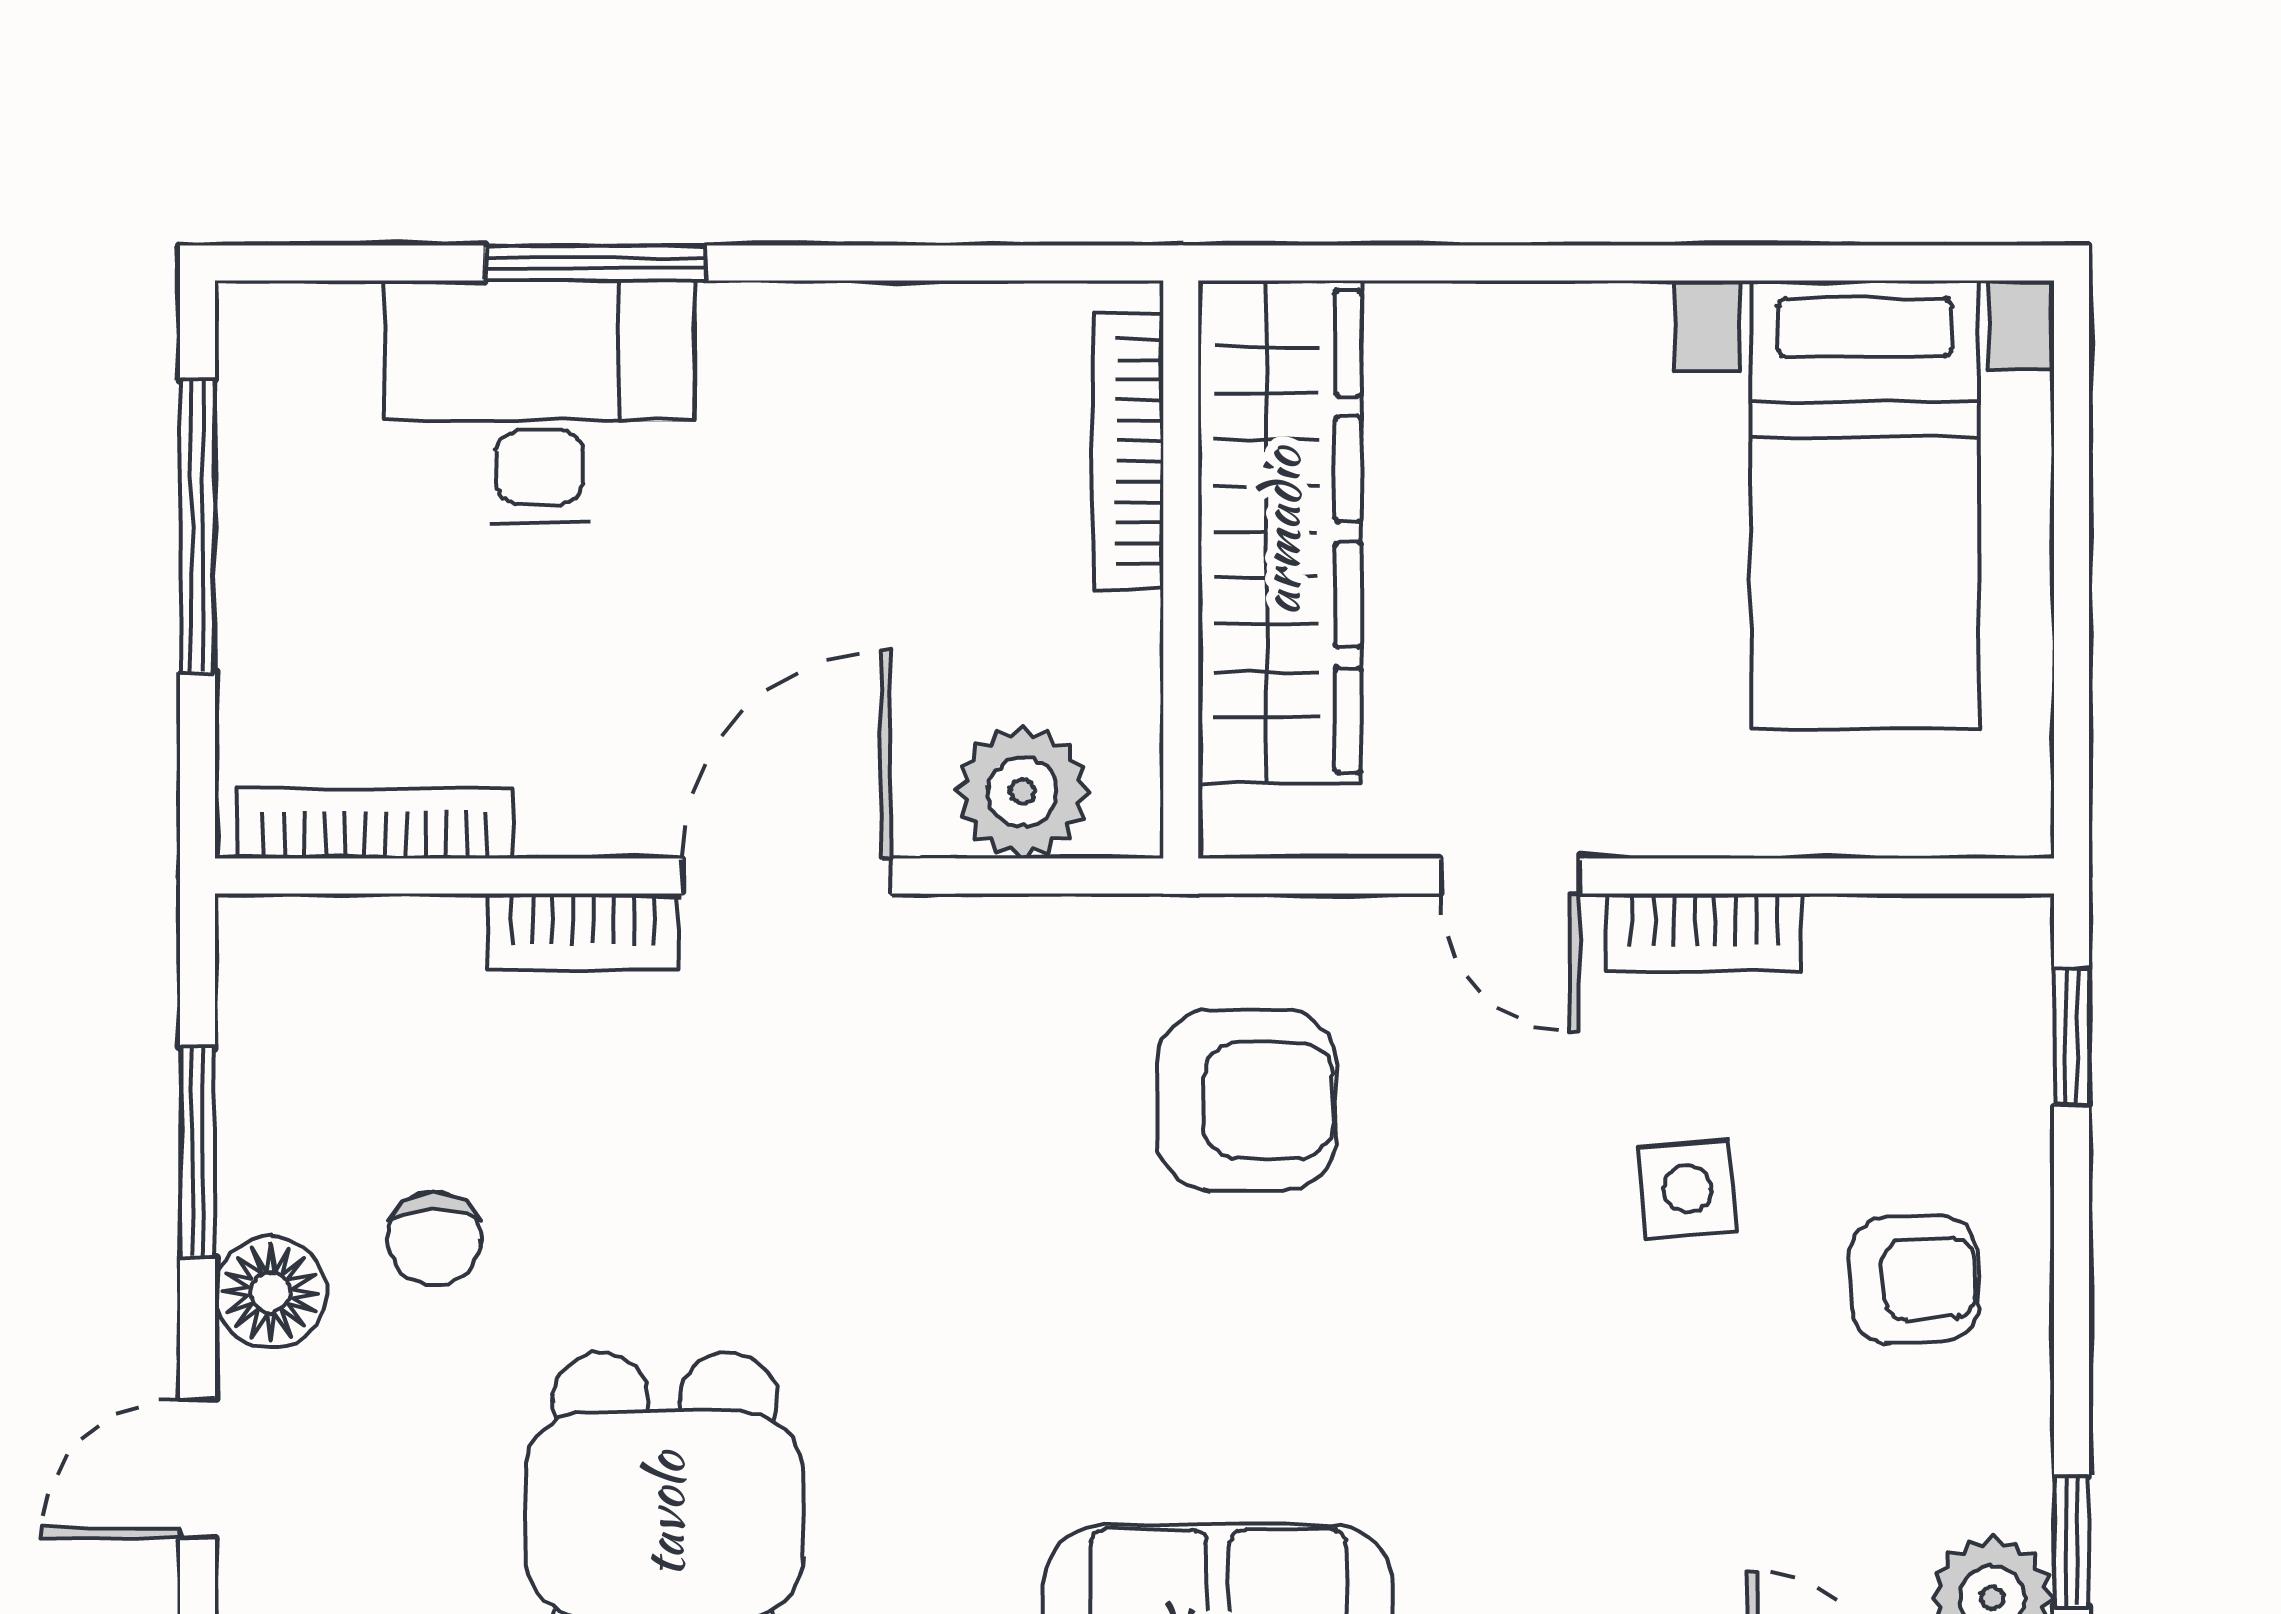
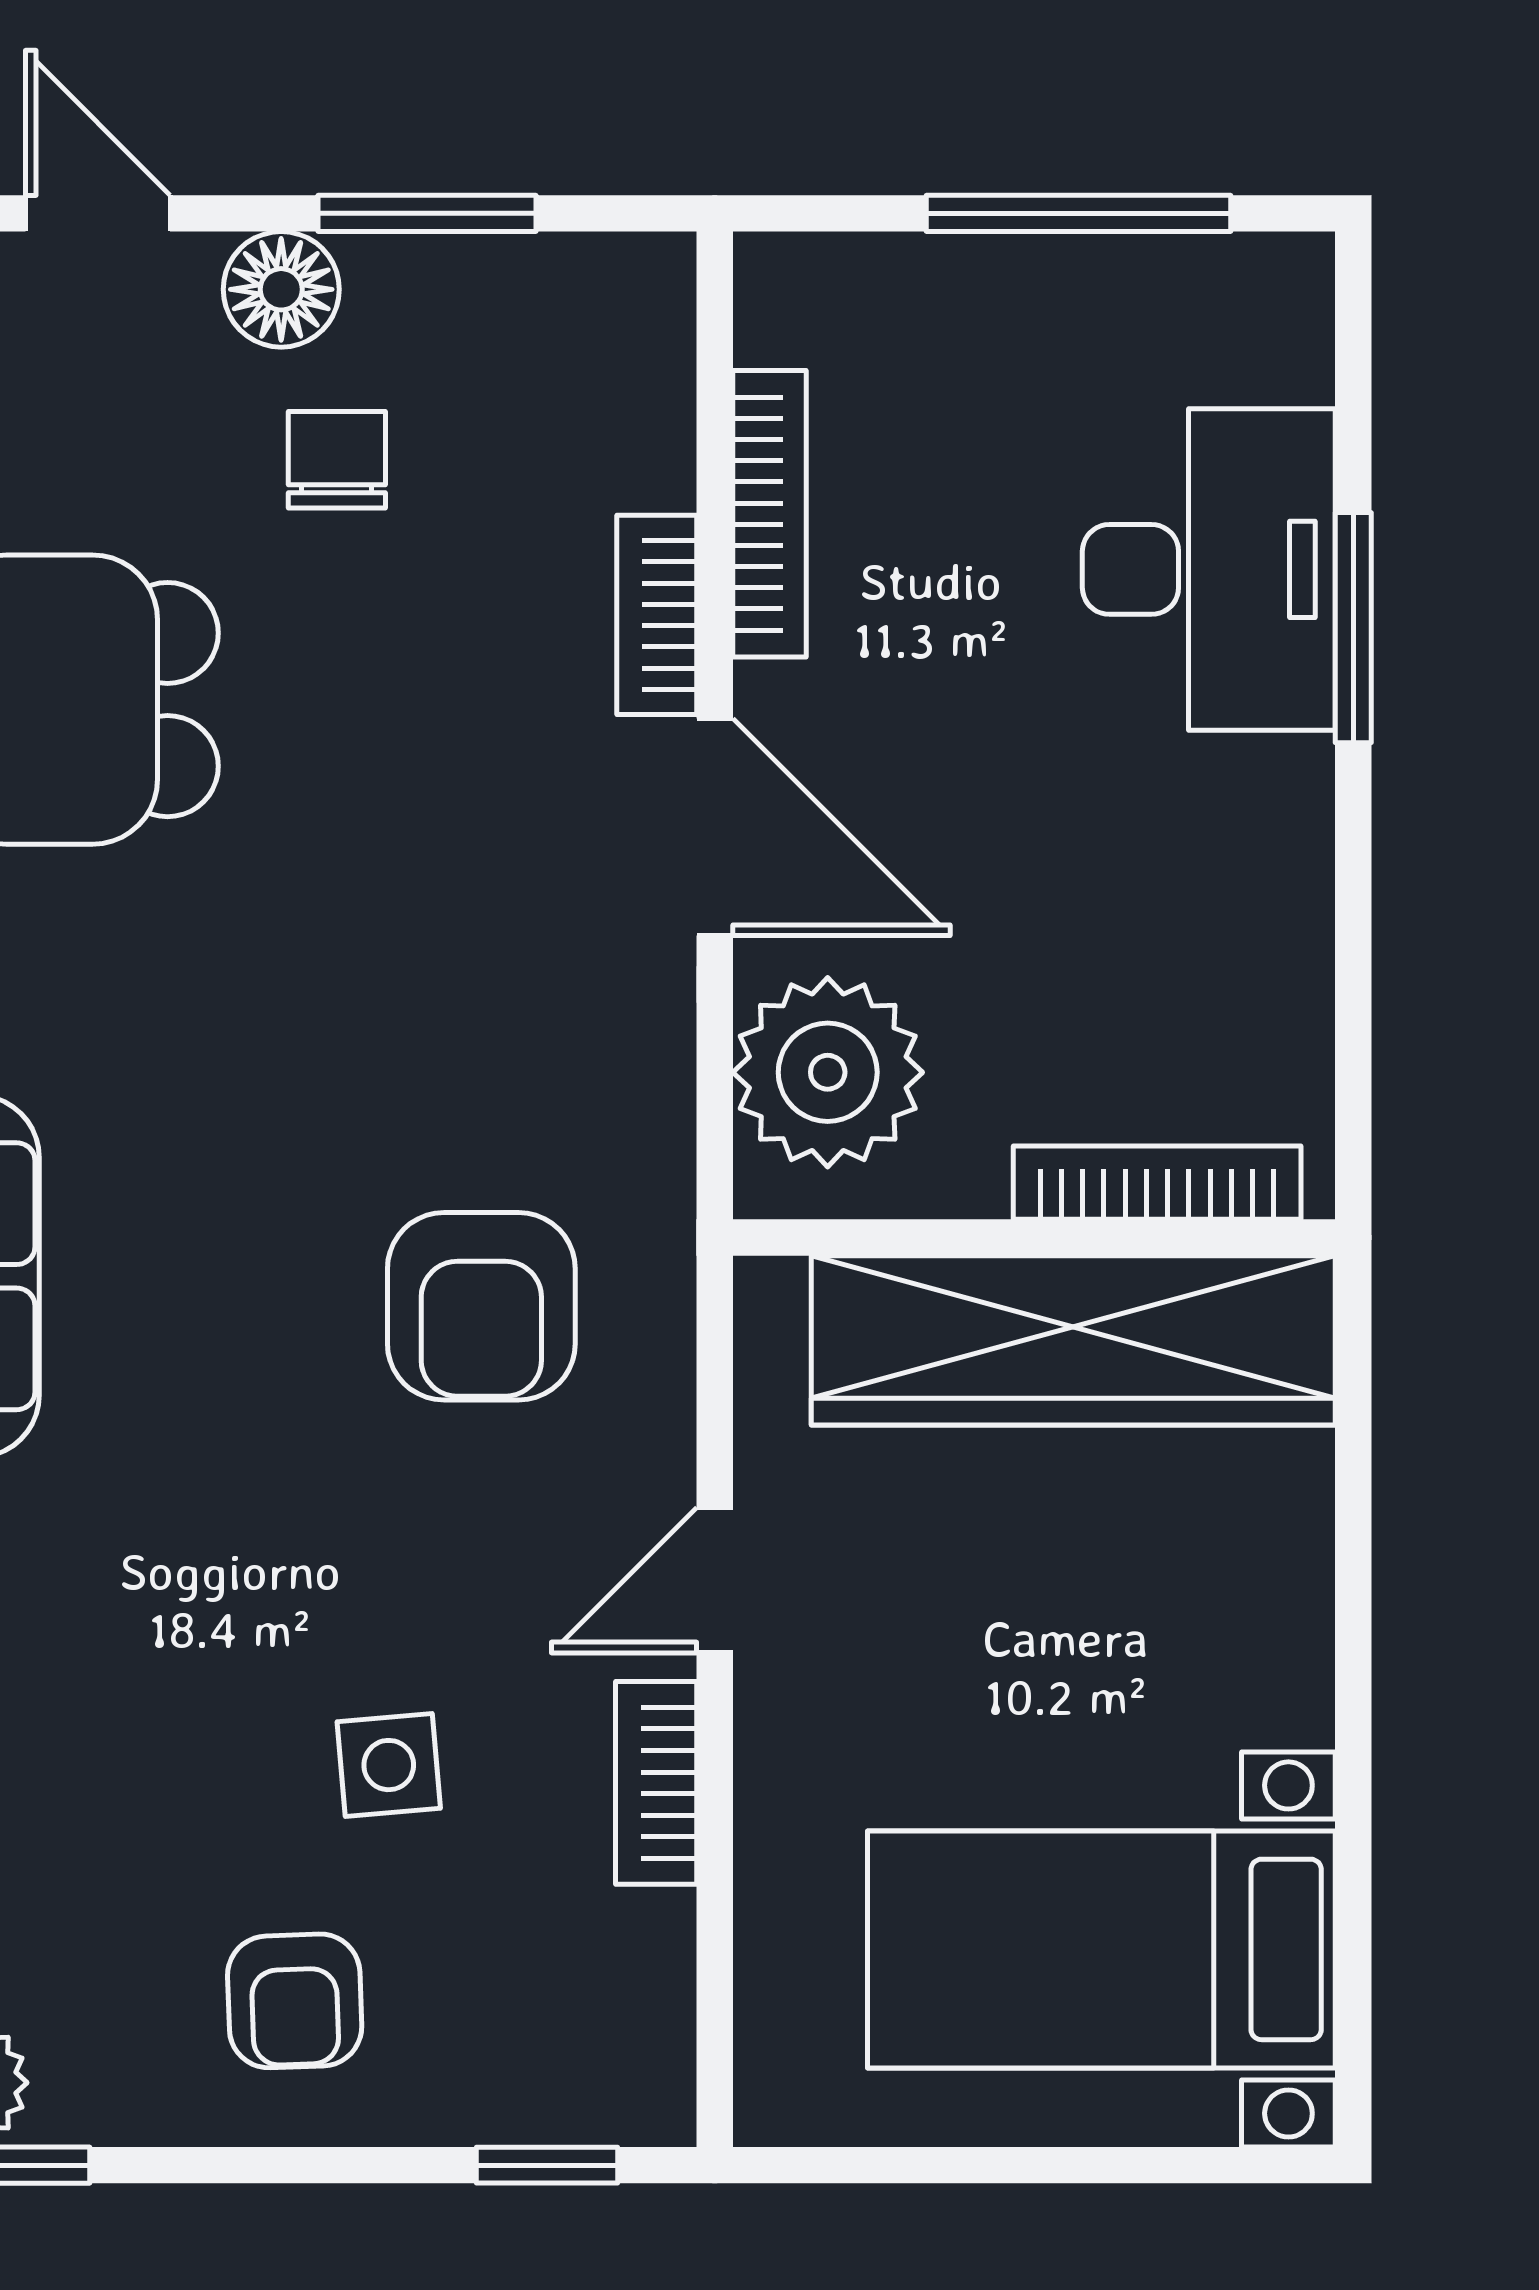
plant: (1022, 792) -> (828, 1072), width x1.36, depth x1.36
bookcase: (375, 823) -> (770, 514), moved
chair: (434, 1239) -> (337, 460), turned 90

